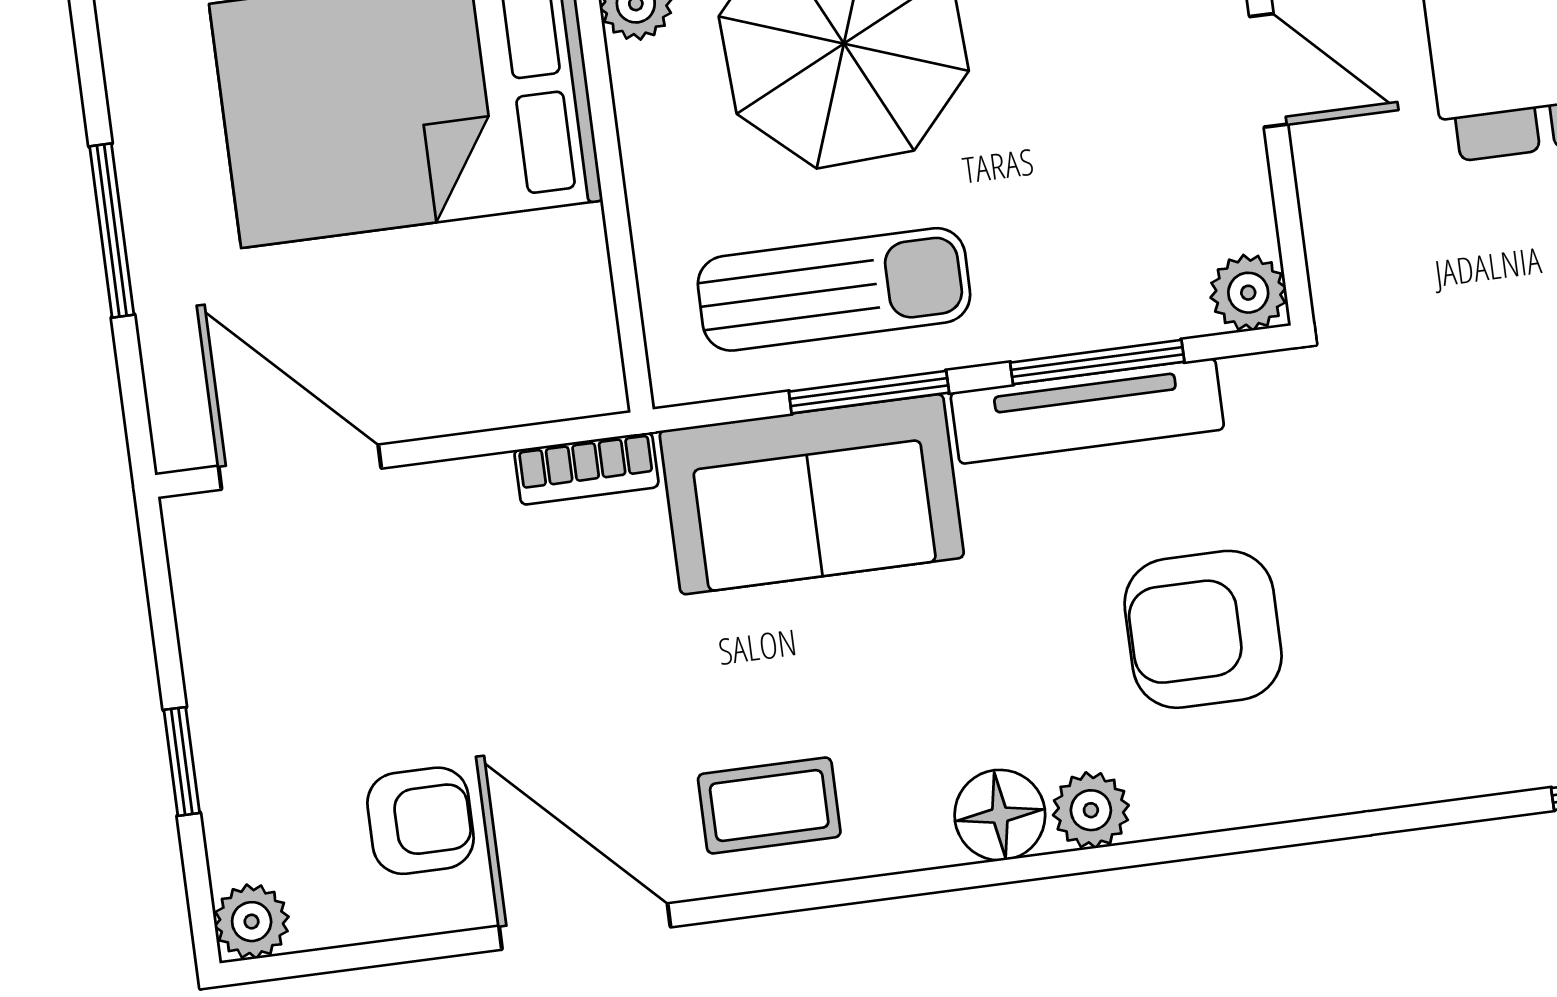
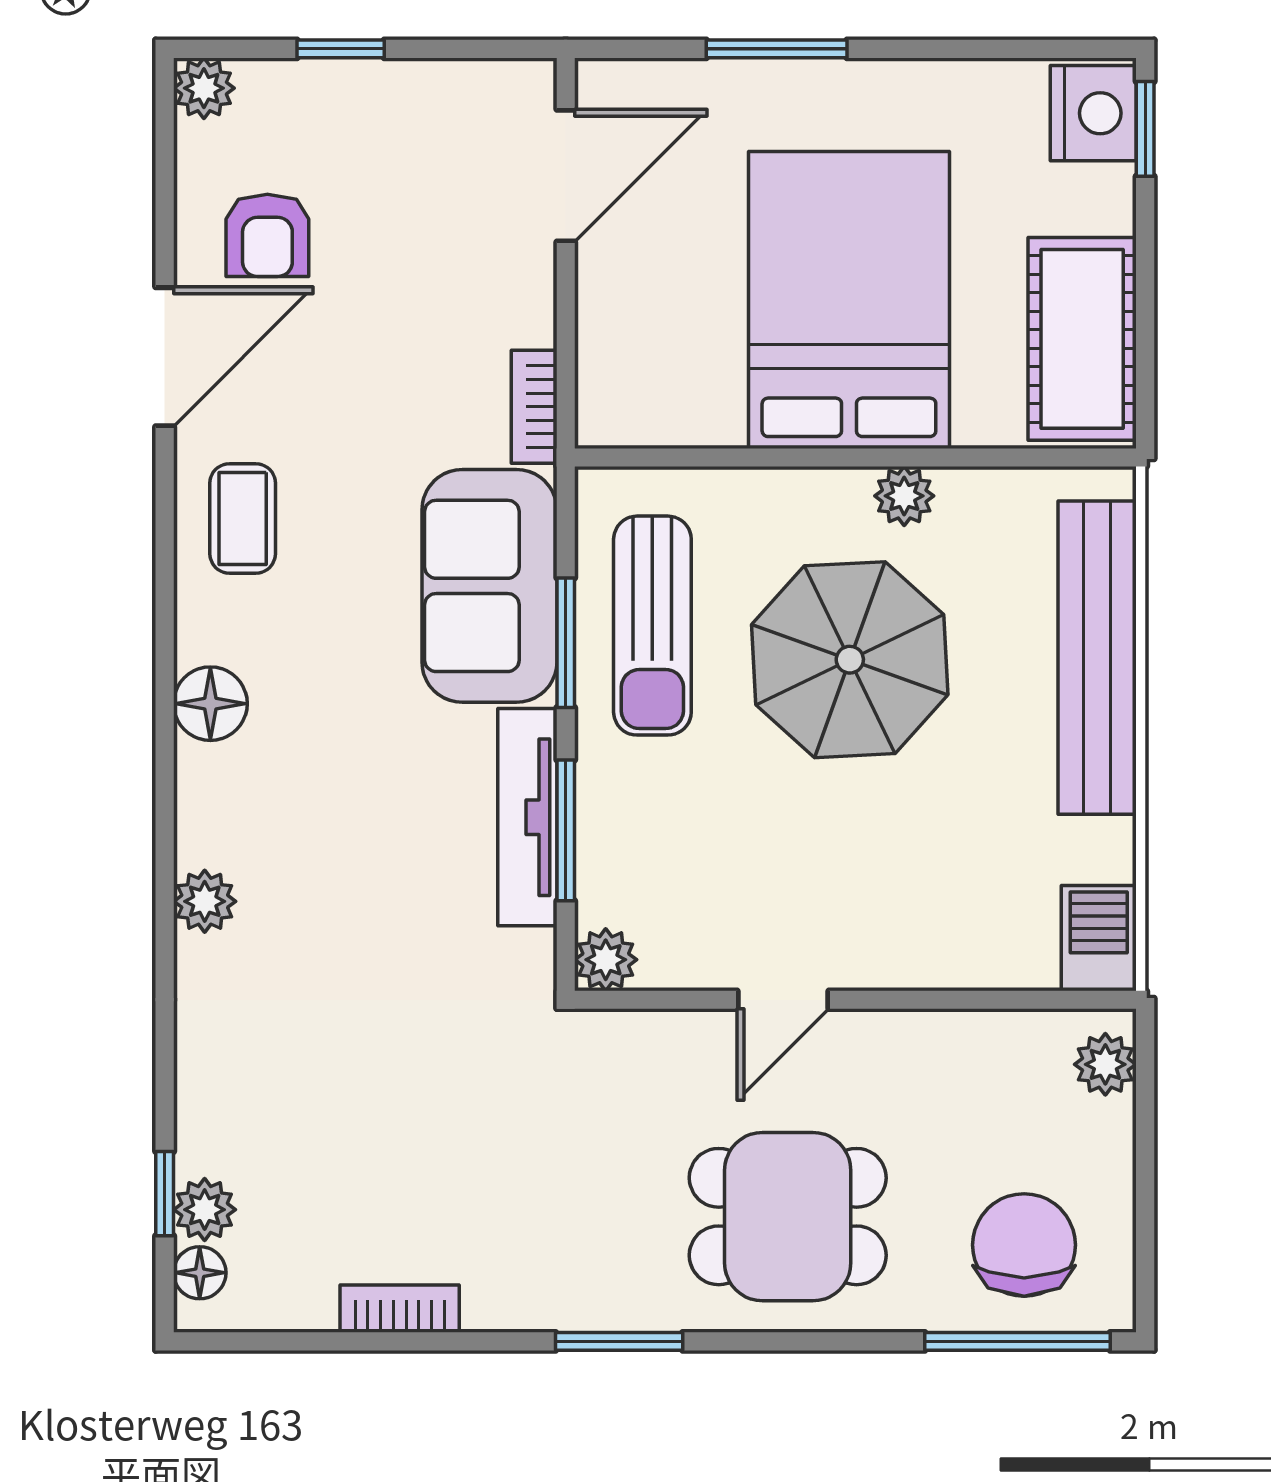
armchair: (1203, 629) -> (339, 887), removed
plant: (1091, 810) -> (205, 901), moved

